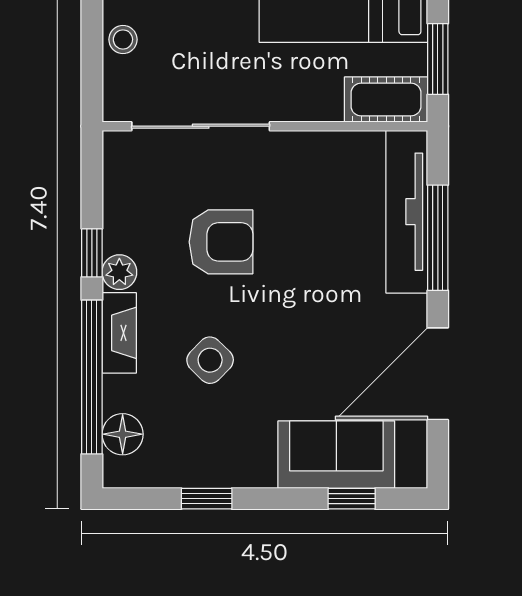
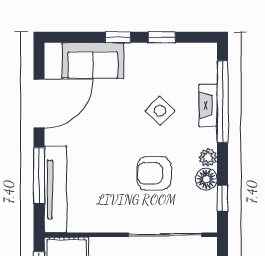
window: (92, 253) -> (223, 198), moved
fireplace: (119, 333) -> (208, 105), moved
floor lamp: (123, 434) -> (206, 179), moved
window: (352, 499) -> (118, 37), moved

